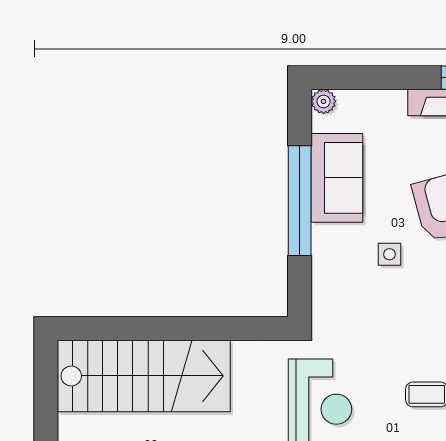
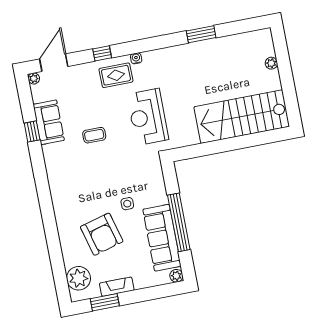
sofa: (337, 178) -> (162, 238), width x1.36

